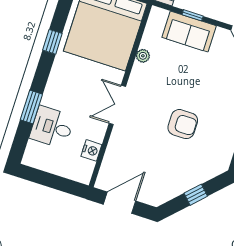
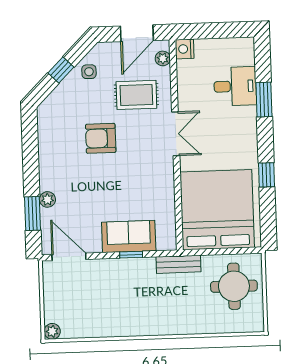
plant: (143, 56) -> (163, 58), moved
nightstand: (91, 150) -> (185, 49), moved
rug: (139, 150) -> (136, 95), added
side table: (172, 185) -> (89, 72), added

